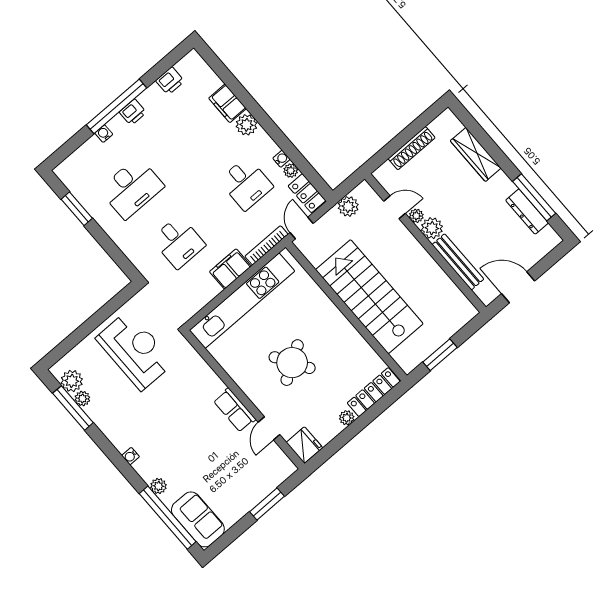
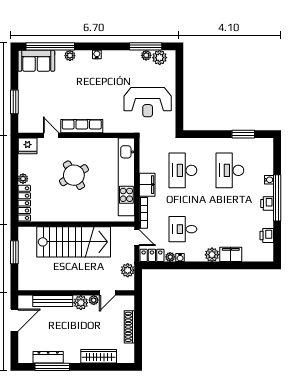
desk: (178, 242) -> (183, 170), width x1.37
row of seats: (235, 410) -> (82, 126), width x1.48

